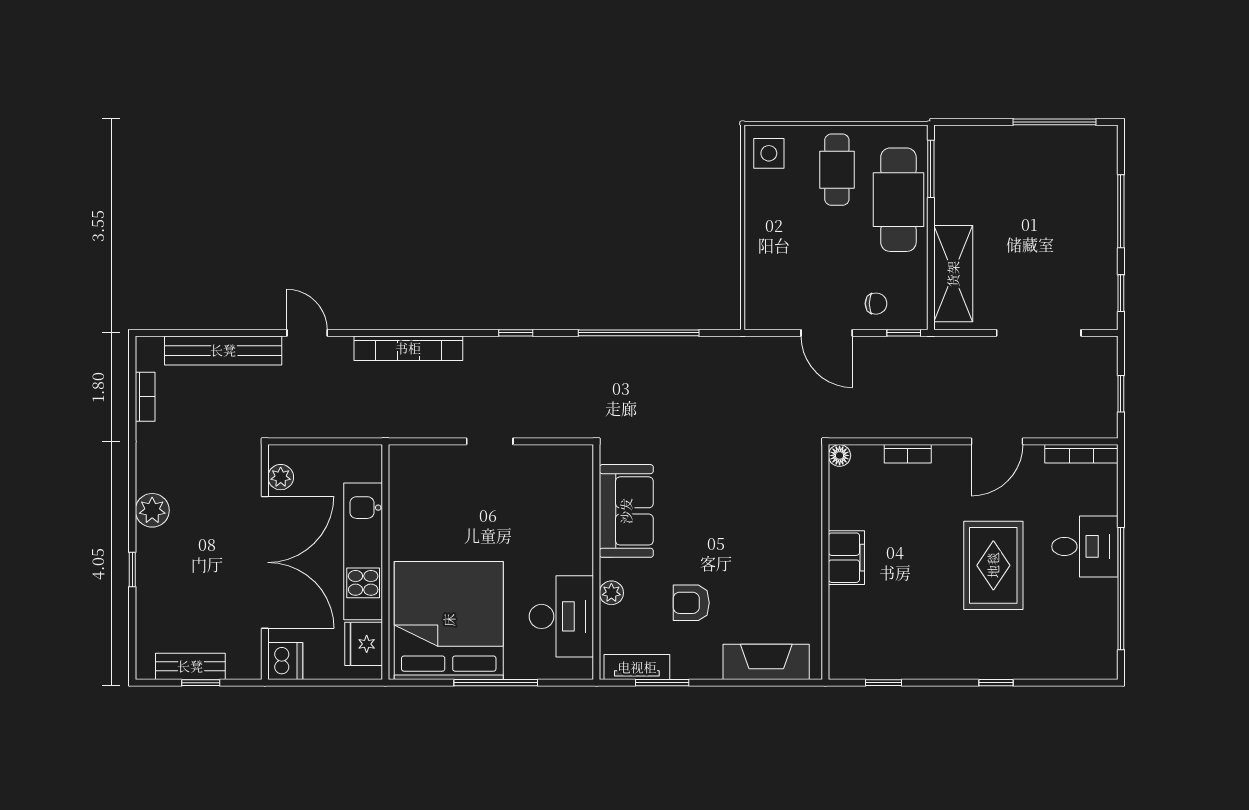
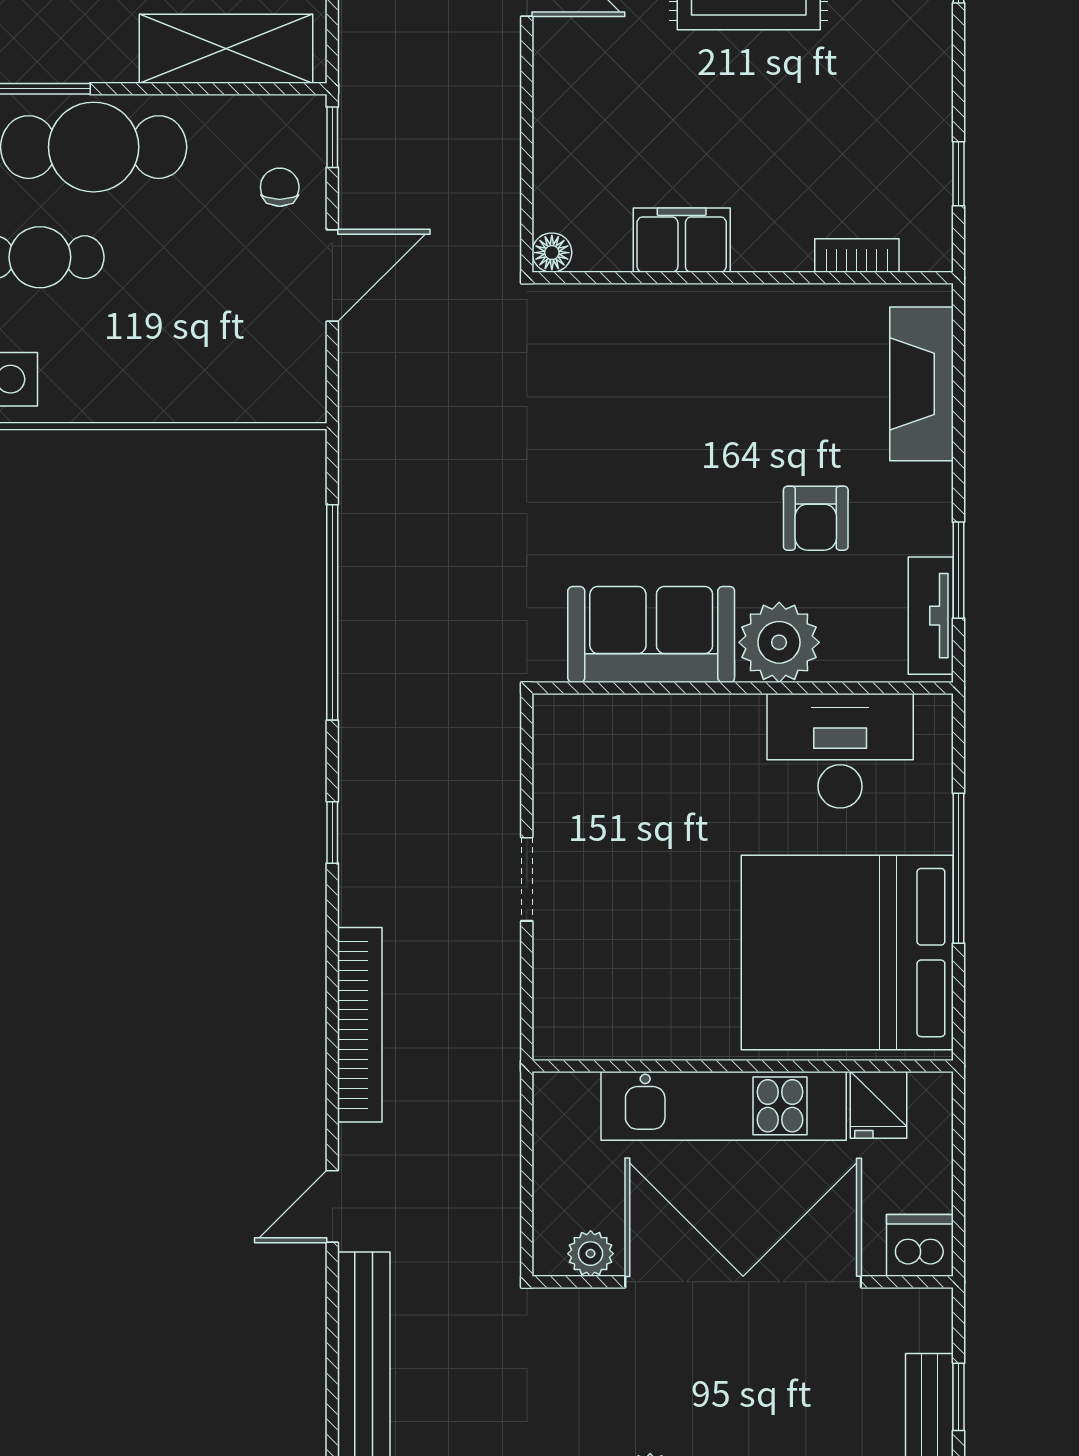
bookcase: (908, 454) -> (857, 255), moved, turned -90
filing cabinet: (846, 558) -> (682, 240), moved
plant: (611, 593) -> (779, 642), width x1.88, depth x1.88
fridge: (364, 644) -> (879, 1105), width x0.72

